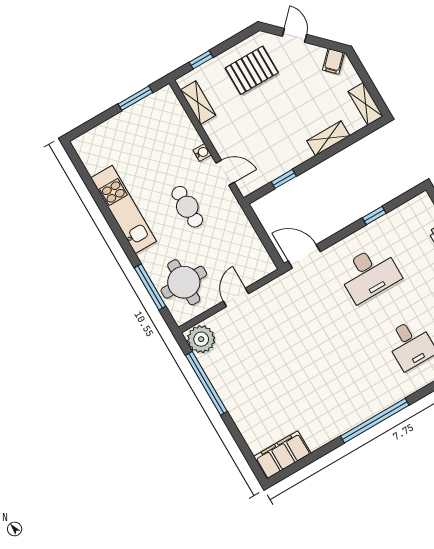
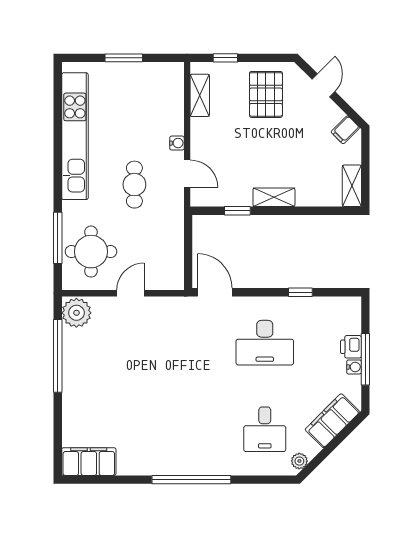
pallet: (252, 70) -> (266, 94), turned 90
window: (135, 98) -> (124, 58), moved
shelving: (328, 138) -> (274, 197), moved
kitchen unit: (124, 209) -> (75, 136), width x1.36

